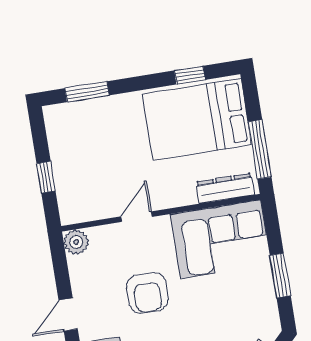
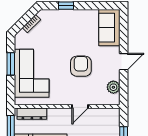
corner sofa: (221, 239) -> (32, 73), moved, turned 90
plant: (76, 242) -> (113, 87), moved

